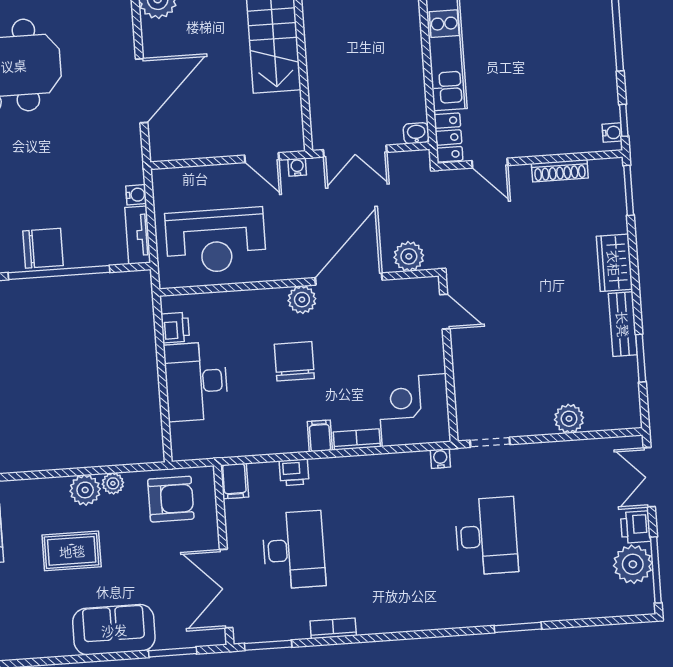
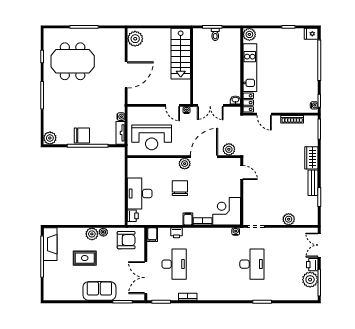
printer: (175, 328) -> (133, 216), moved

